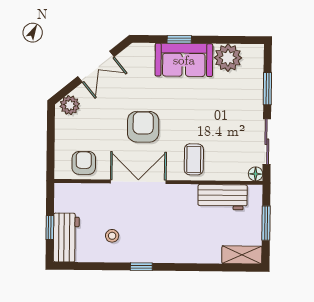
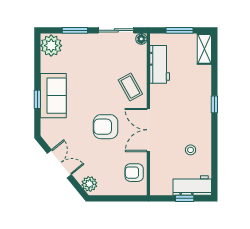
plant: (228, 58) -> (51, 46), moved
coffee table: (194, 159) -> (130, 87), turned 61
window: (141, 267) -> (214, 104), moved

